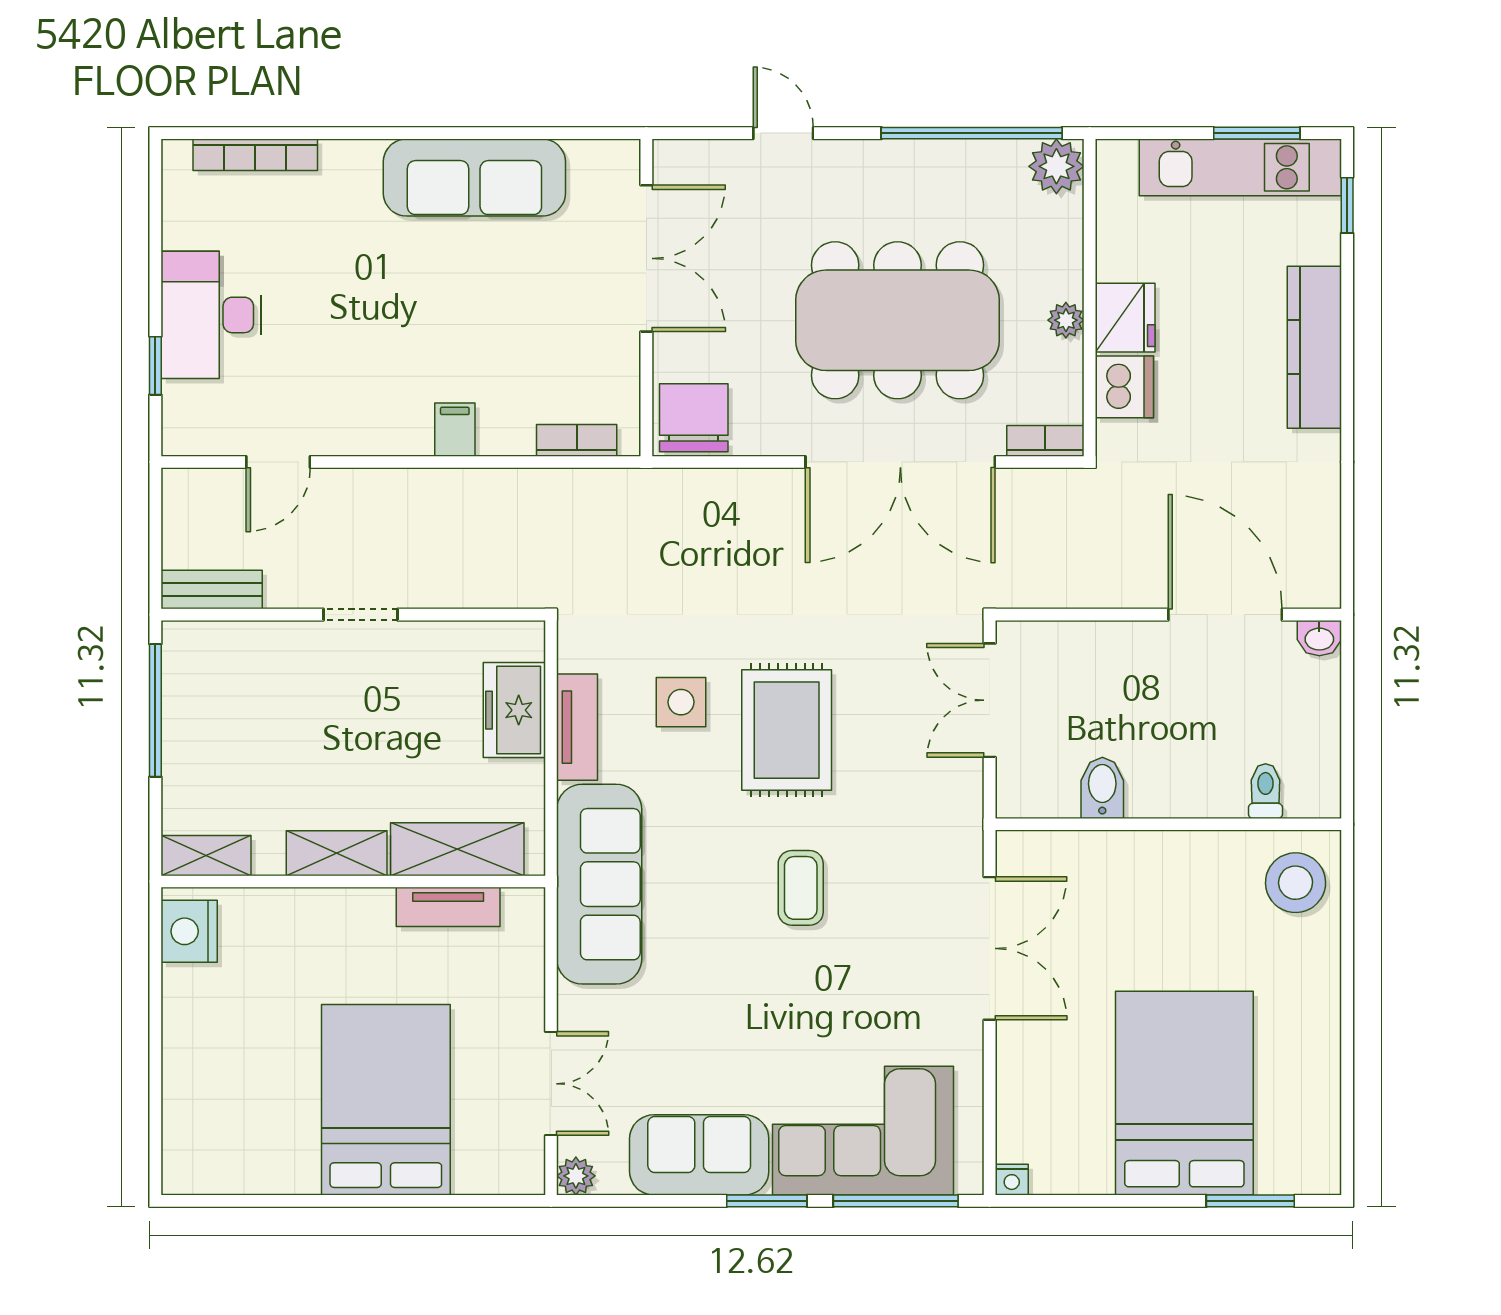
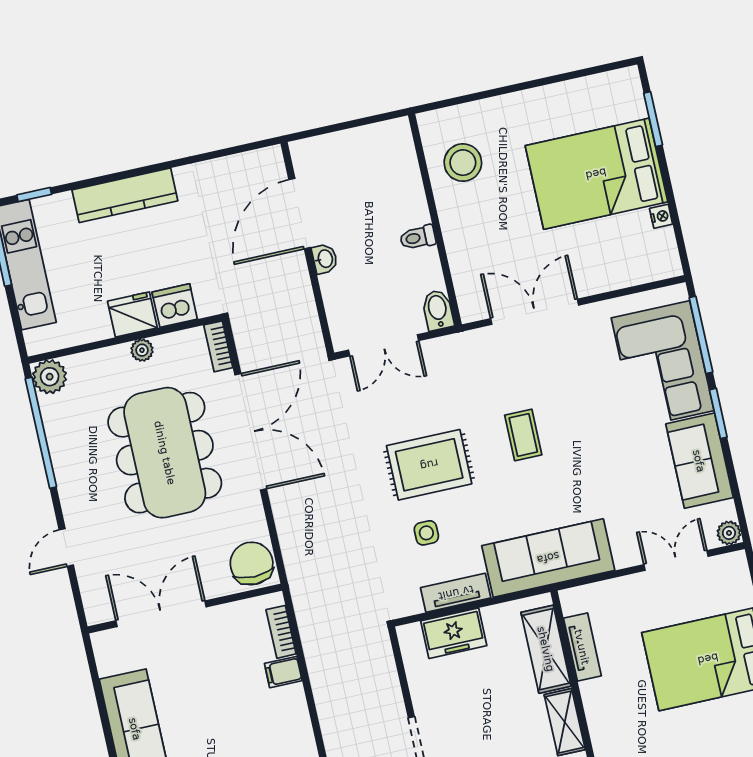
chair: (694, 418) -> (252, 563), turned 90
filing cabinet: (455, 430) -> (283, 672), moved
washbasin: (1319, 638) -> (325, 259), moved
side table: (681, 702) -> (426, 533), width x0.73, depth x0.73
bidet: (1102, 788) -> (438, 310), moved, turned 90
toilet: (1265, 791) -> (418, 238), moved
stool: (1296, 883) -> (463, 163), moved
coffee table: (801, 888) -> (523, 435), turned 90
nightstand: (1012, 1180) -> (661, 216), moved

